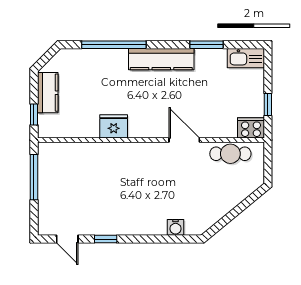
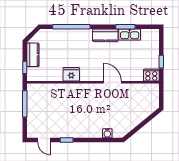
kitchen sink: (246, 58) -> (130, 34), moved
kitchen counter: (161, 59) -> (105, 35), width x0.67
cafe table: (230, 154) -> (139, 90), removed

